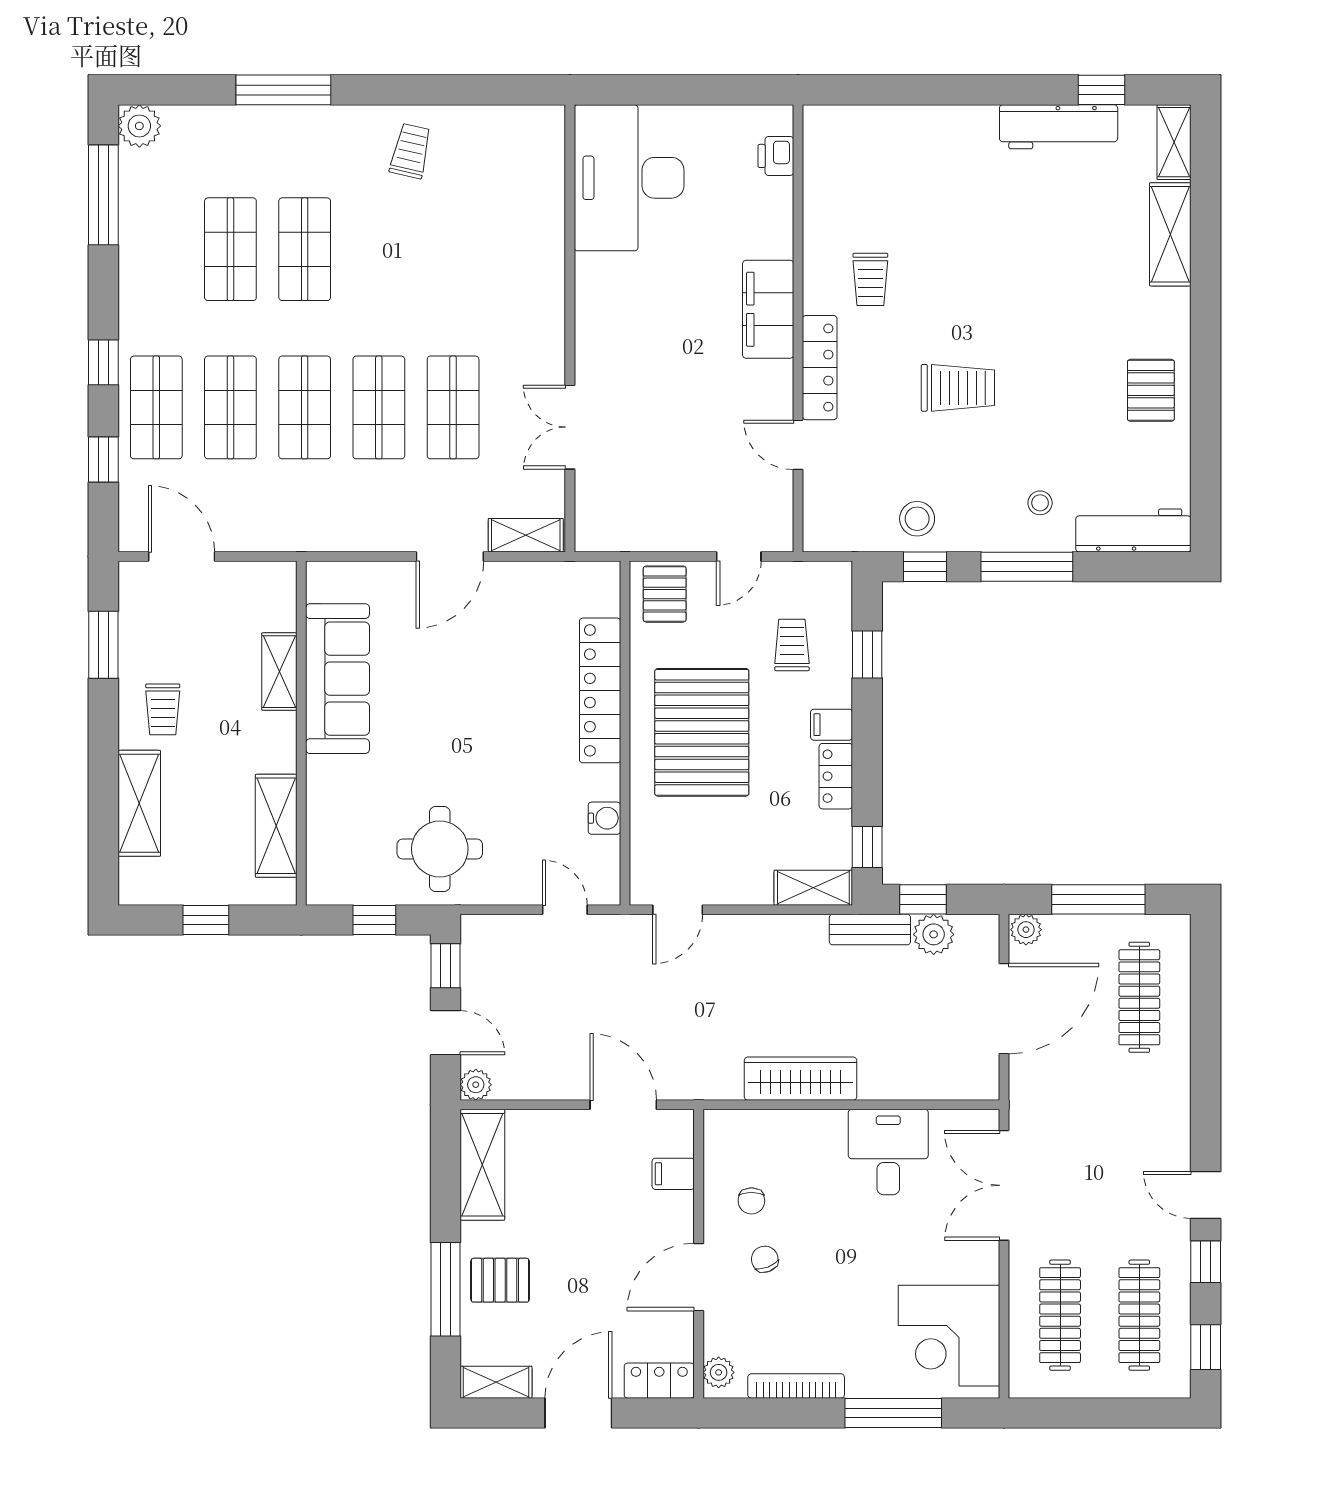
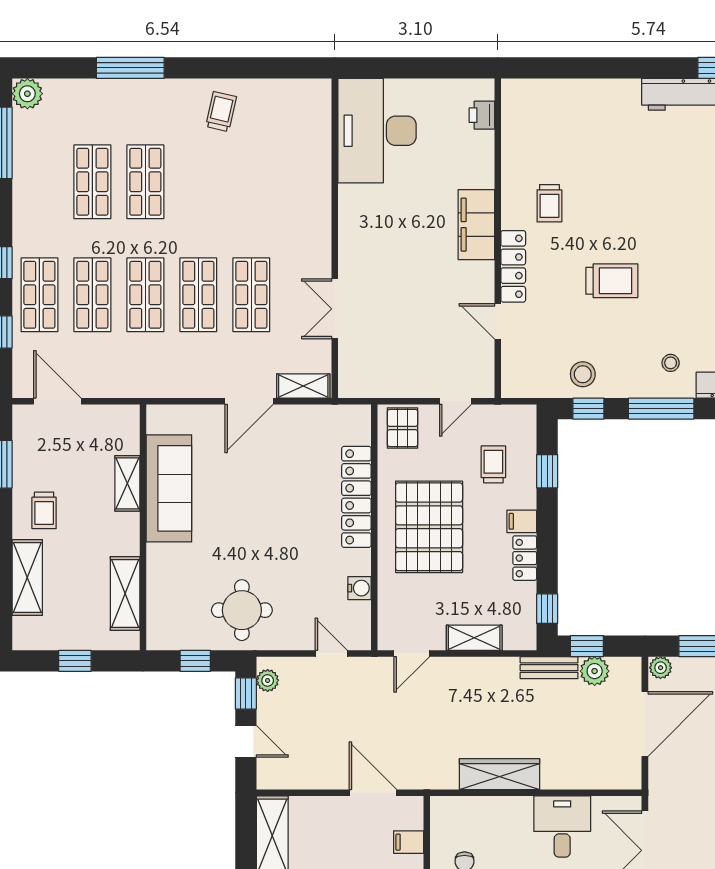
shelving: (813, 888) -> (474, 638), moved
plant: (476, 1085) -> (268, 680), moved

